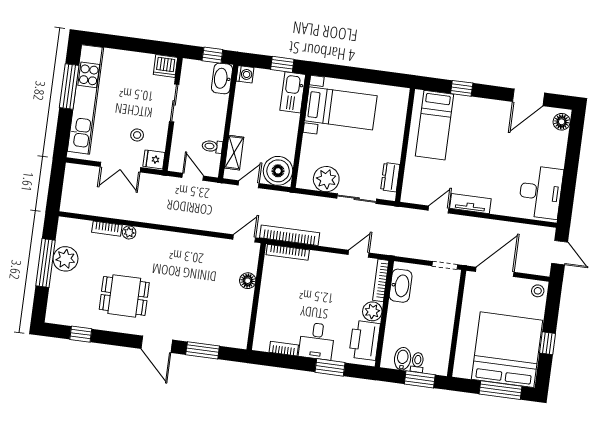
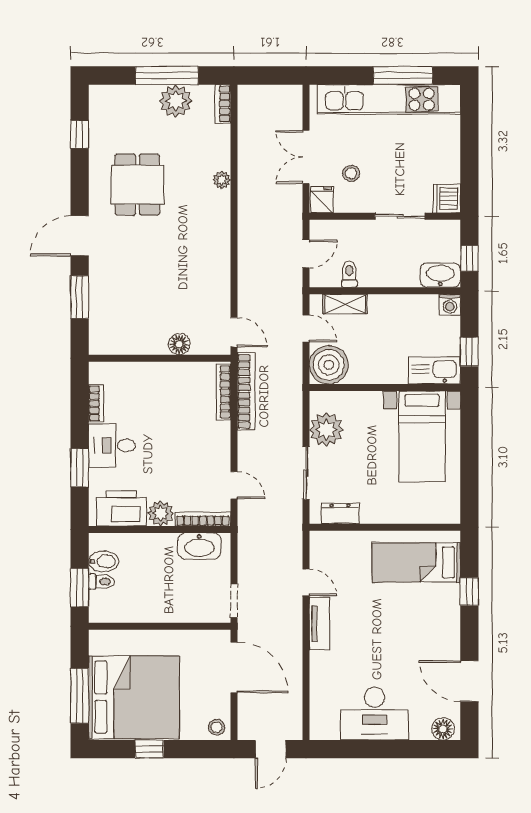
desk: (541, 192) -> (375, 714), moved
bookcase: (107, 229) -> (223, 104), moved

